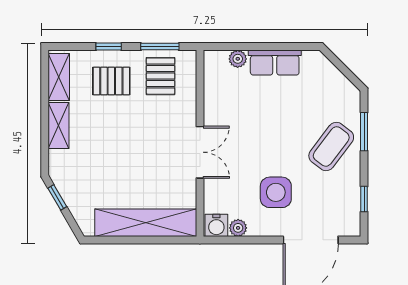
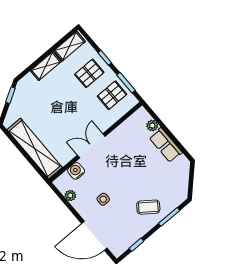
pallet: (111, 81) -> (89, 73), turned 90
coffee table: (331, 146) -> (148, 207), width x0.73, depth x0.77
double door: (200, 152) -> (91, 146), swing flipped
side table: (276, 192) -> (103, 199), width x0.54, depth x0.54
water cooler: (216, 225) -> (76, 171), moved, turned 90

